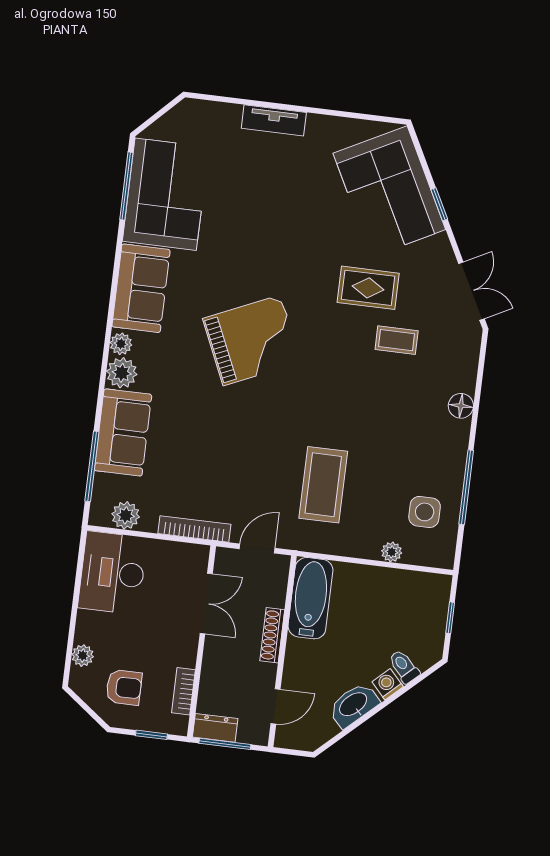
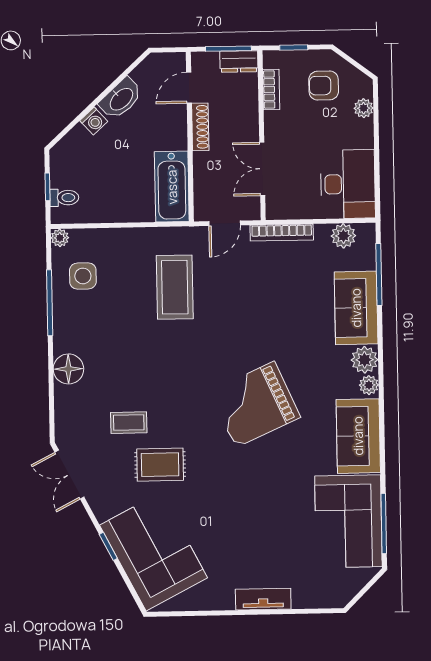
floor lamp: (461, 406) -> (68, 369), width x1.38, depth x1.38
plant: (392, 552) -> (60, 238), moved
shoe rack: (272, 635) -> (200, 127), moved
toilet: (404, 667) -> (64, 198), moved, turned -47

